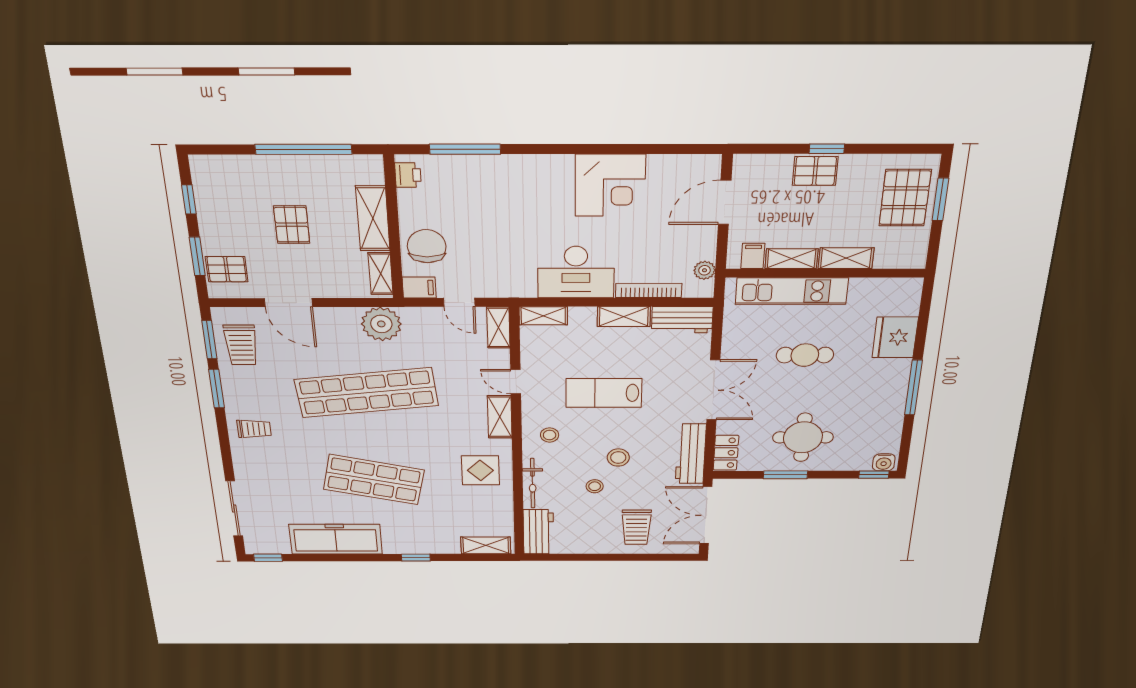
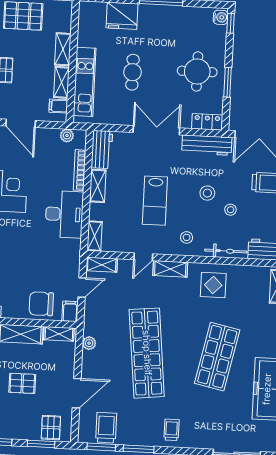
plant: (381, 324) -> (89, 343), width x0.53, depth x0.53
trolley: (241, 345) -> (106, 428), turned -90

